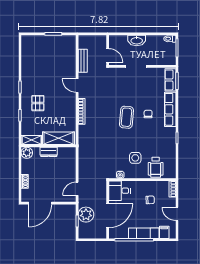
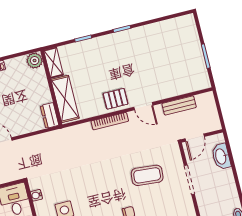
washbasin: (137, 40) -> (221, 156), moved
door: (77, 86) -> (143, 106), swing flipped
pallet: (38, 103) -> (115, 99), moved
coffee table: (126, 117) -> (147, 175), moved
dresser: (49, 152) -> (49, 116), moved

